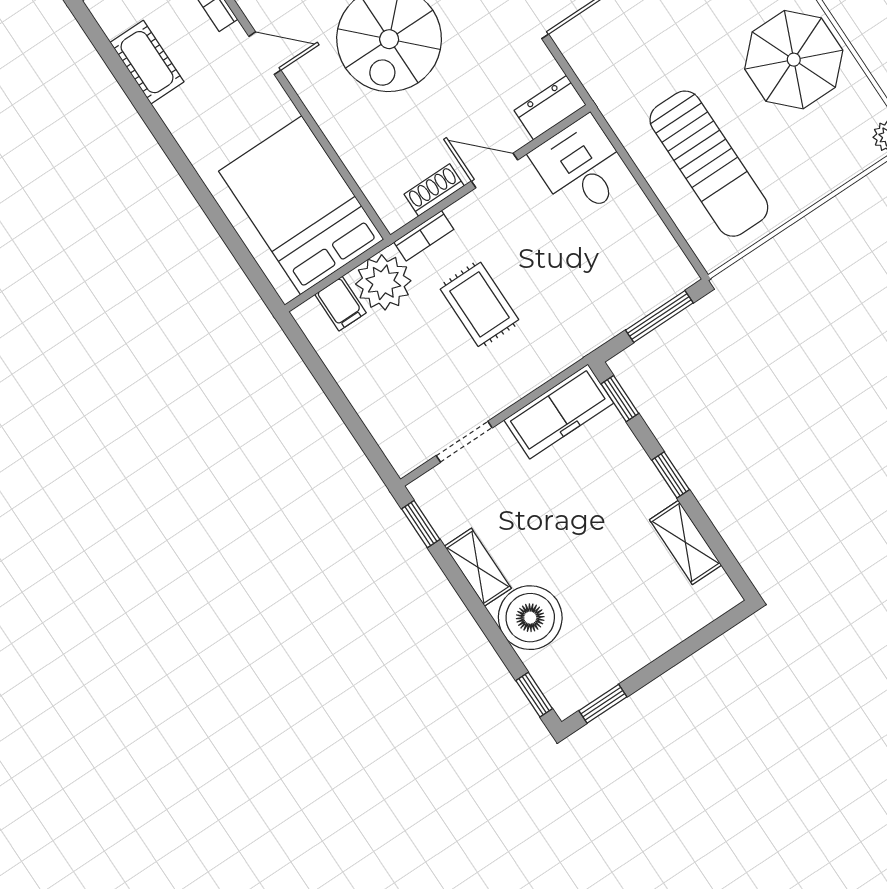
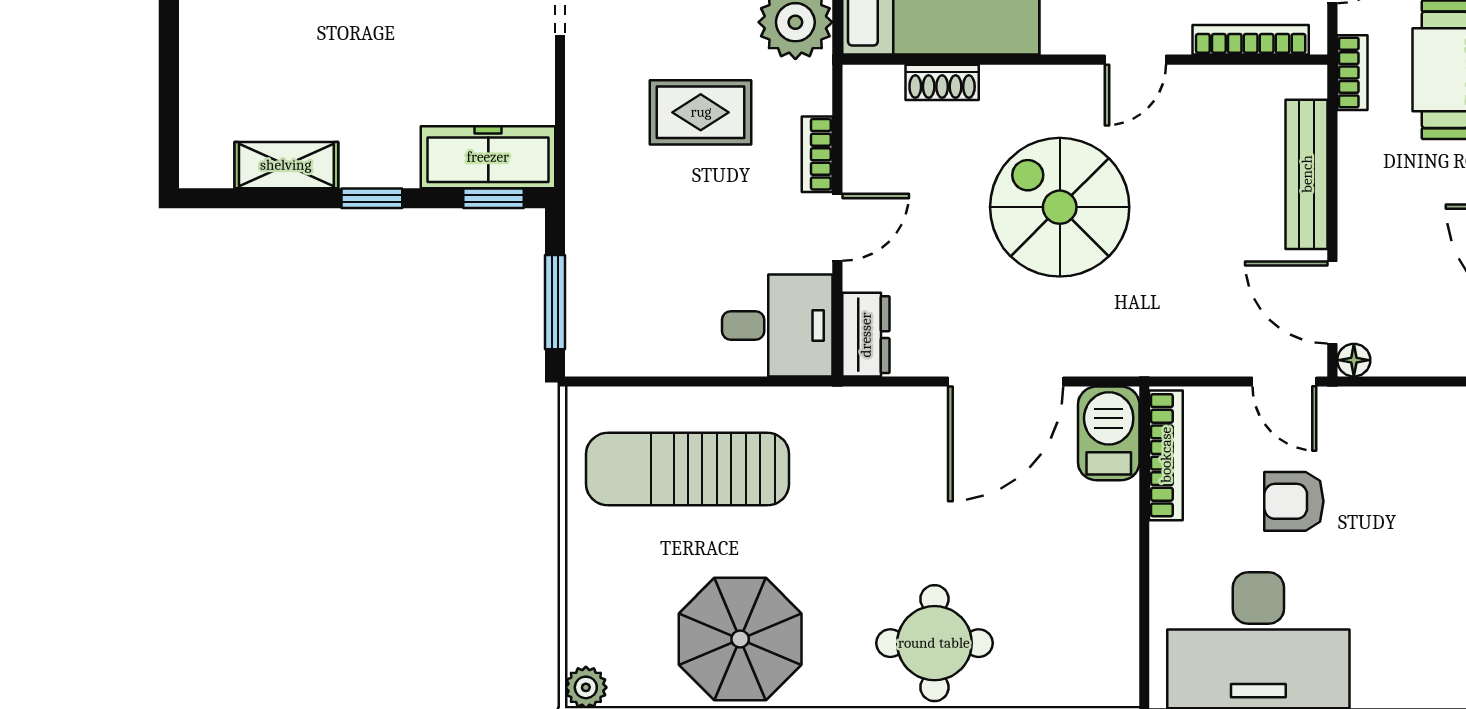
shoe rack: (434, 190) -> (942, 82), moved, turned 90
bookcase: (424, 236) -> (817, 154), moved
freezer: (559, 411) -> (488, 157), moved, turned 90

